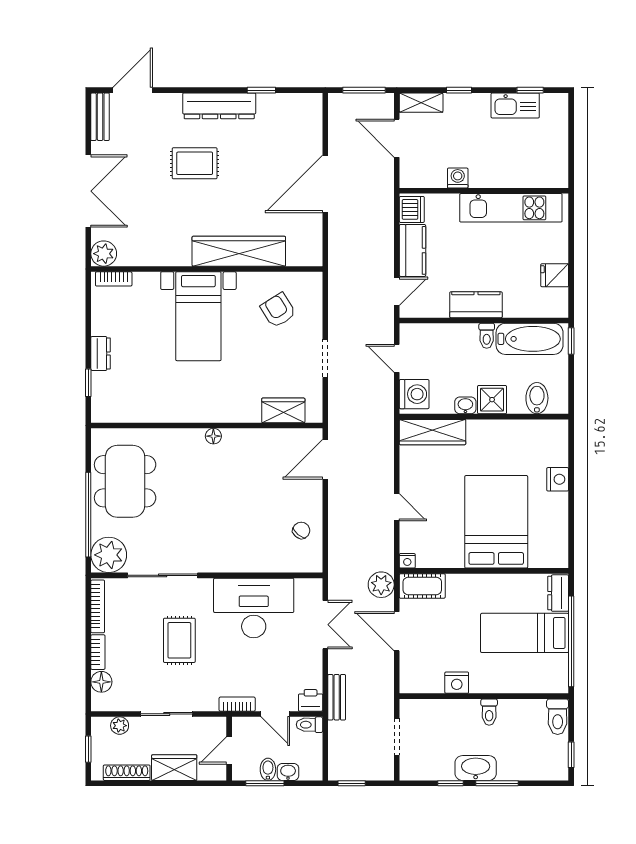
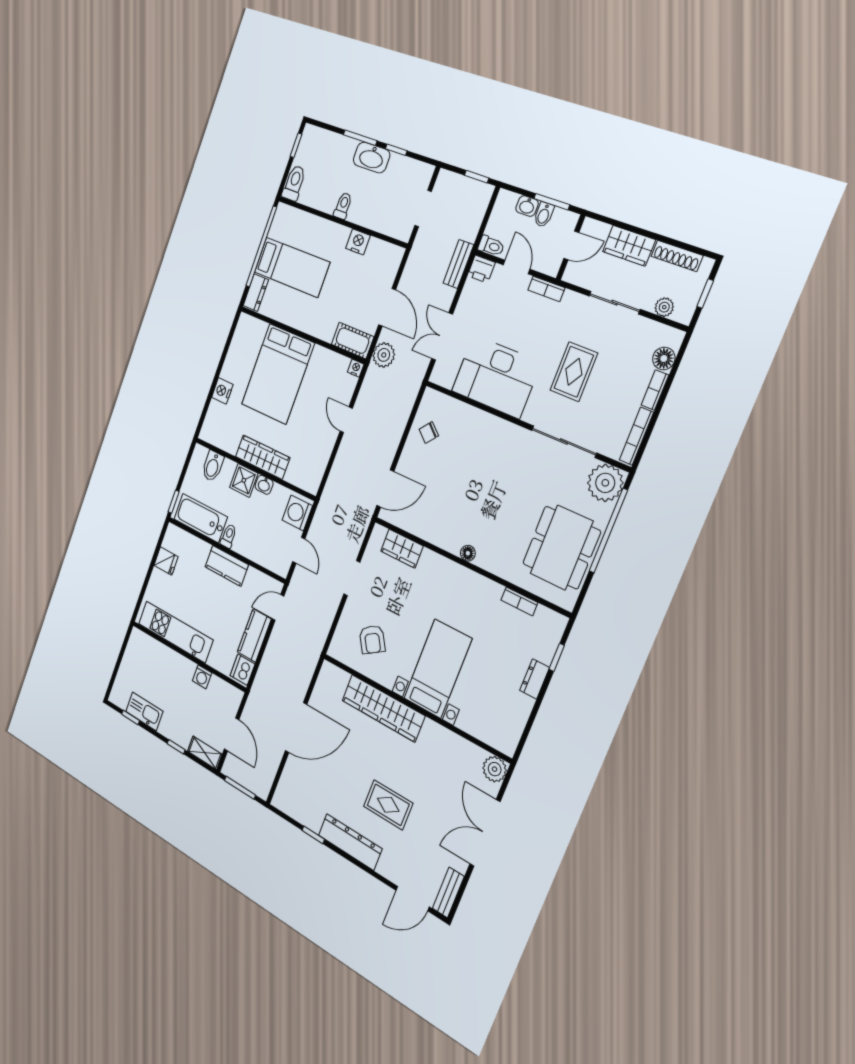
bookcase: (114, 279) -> (519, 601), moved, turned 180
wardrobe: (433, 432) -> (263, 457), moved

